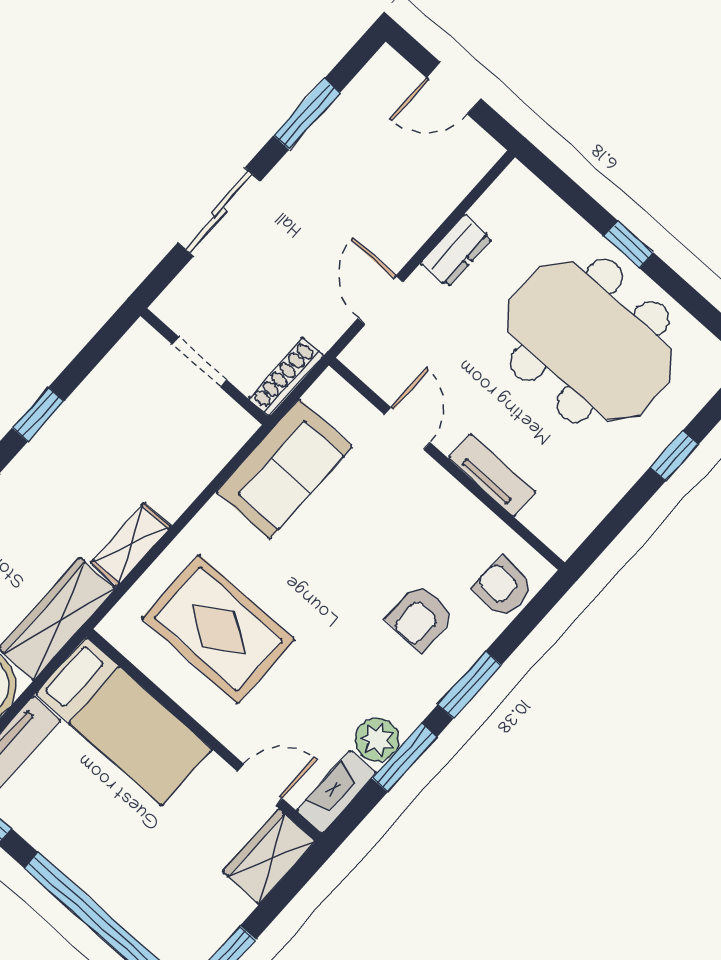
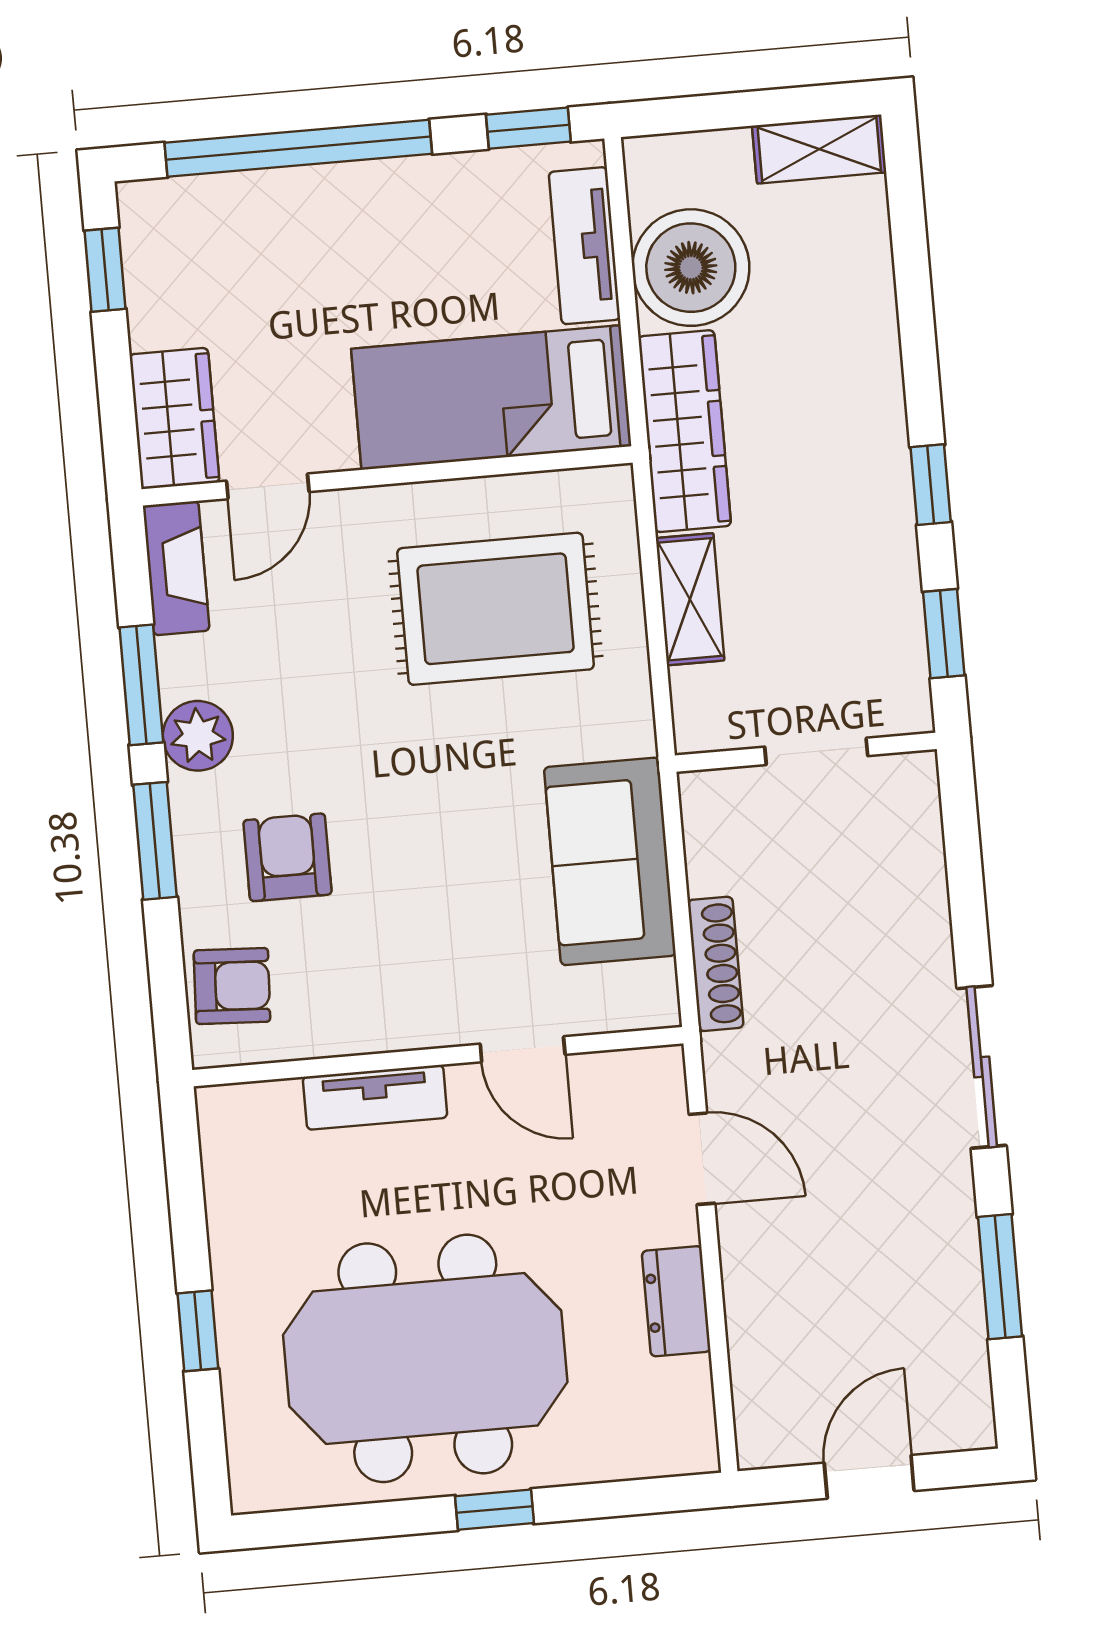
doorway: (200, 362) -> (816, 751), moved
wall: (205, 367) -> (806, 752), moved
plant: (377, 740) -> (198, 736), moved

